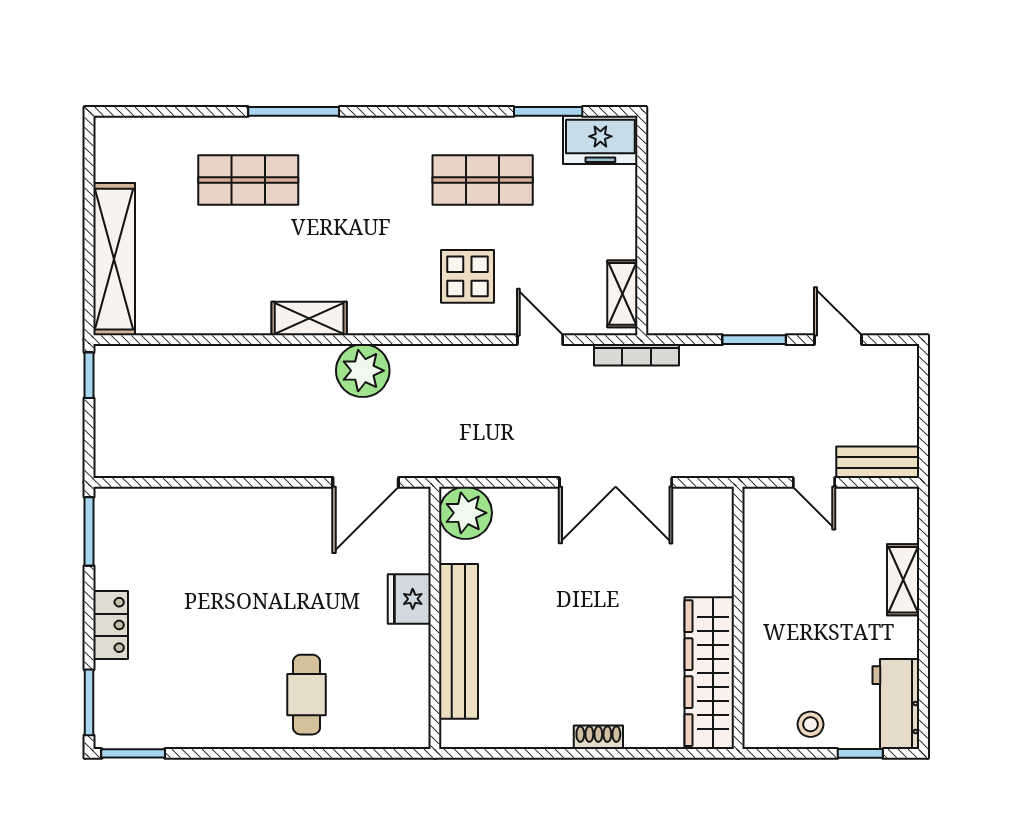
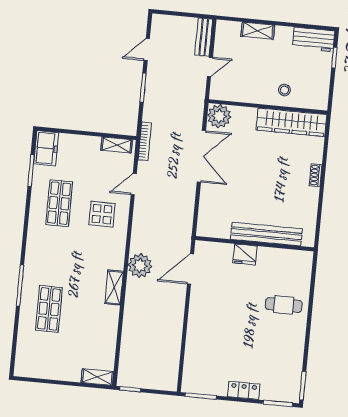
shelving: (114, 259) -> (97, 377), width x0.45, depth x0.75
door: (366, 482) -> (191, 269), swing flipped
plant: (466, 513) -> (219, 116), moved
stool: (811, 724) -> (284, 90), moved

